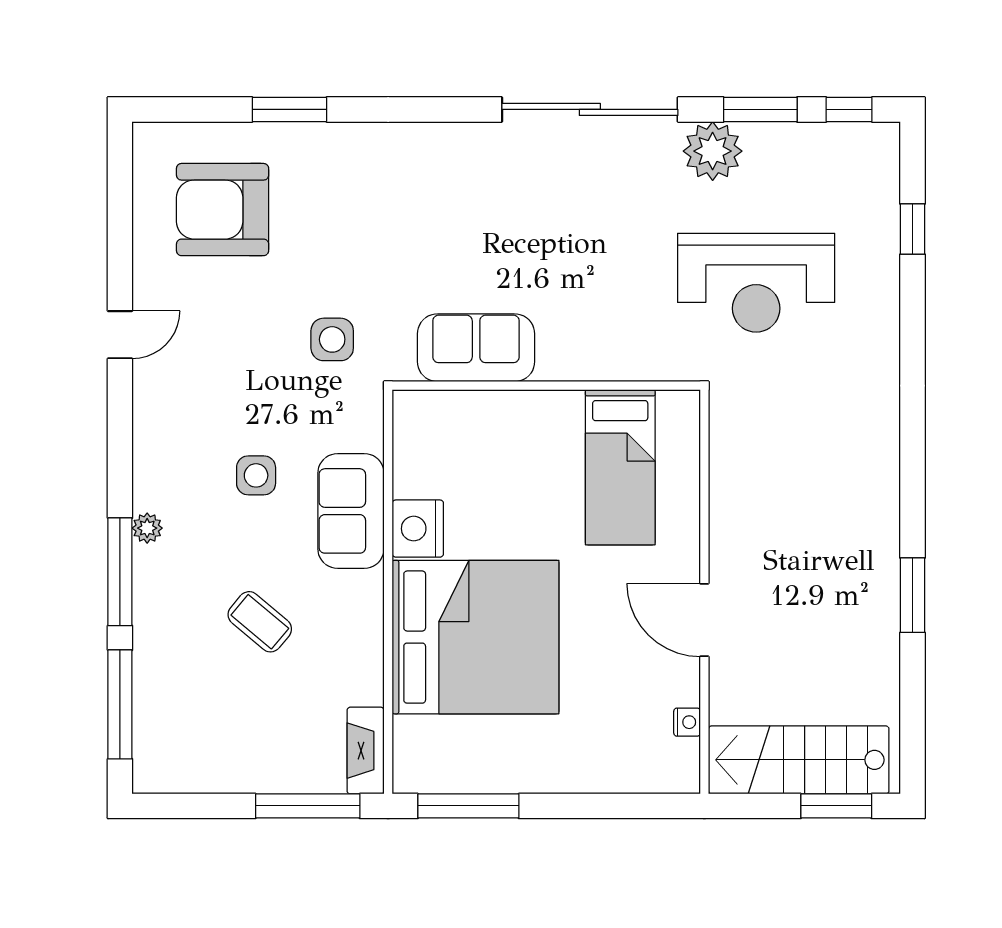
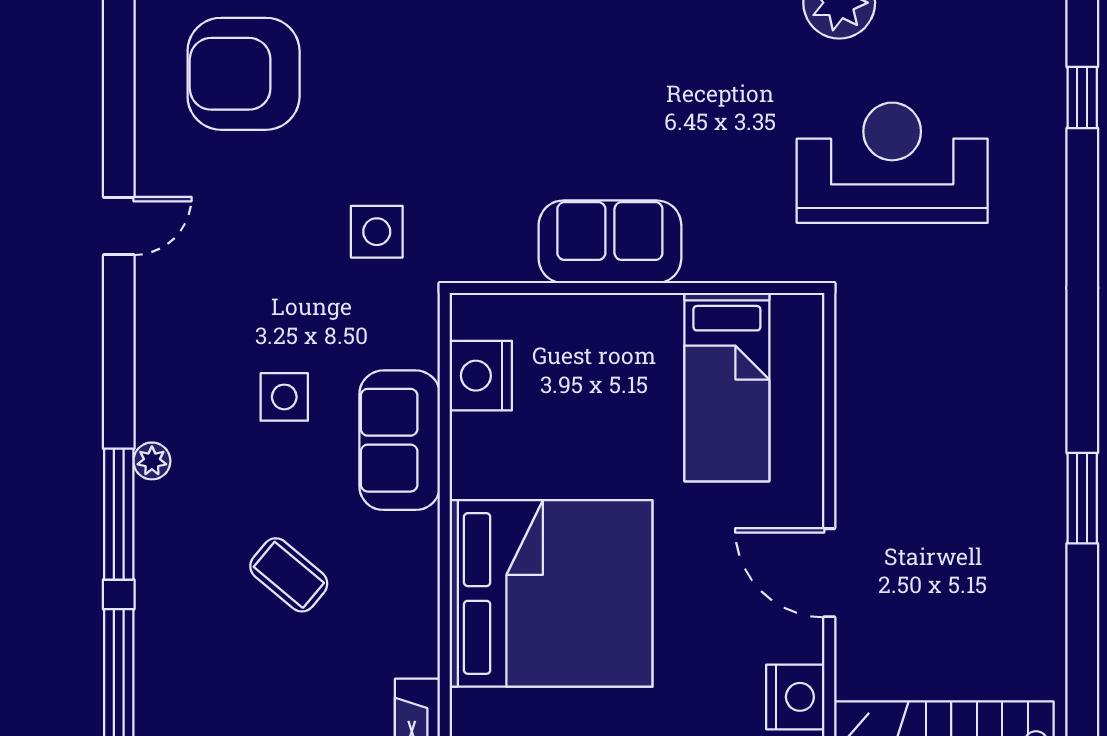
reception desk: (756, 283) -> (892, 163), turned 180
sofa: (476, 348) -> (610, 242), moved
nightstand: (418, 529) -> (481, 376), moved
window: (913, 595) -> (1082, 498), moved
nightstand: (687, 722) -> (795, 697), width x1.89, depth x1.79

